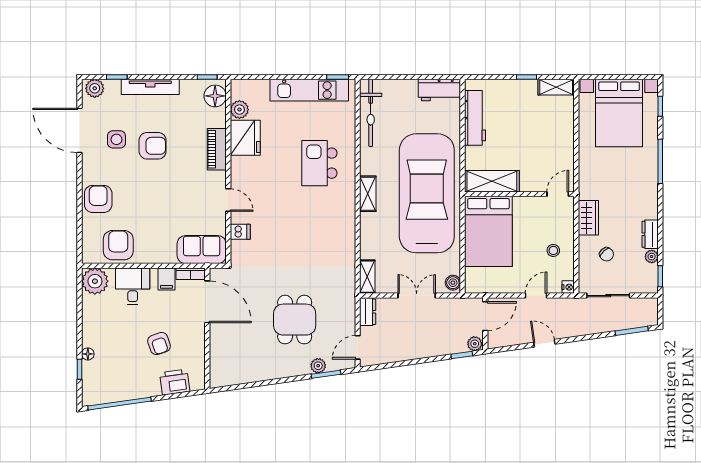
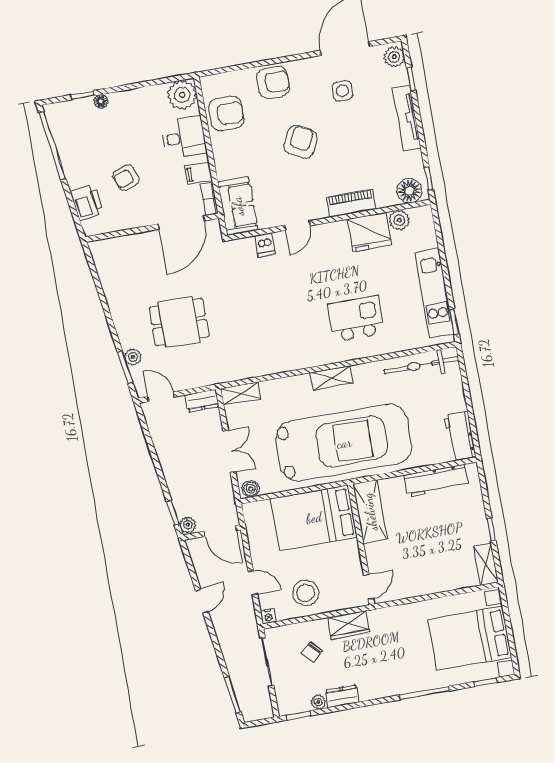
armchair: (153, 146) -> (301, 142), moved, turned -153
door: (558, 194) -> (369, 587), hinge flipped
stool: (553, 250) -> (306, 593), width x1.89, depth x1.89

